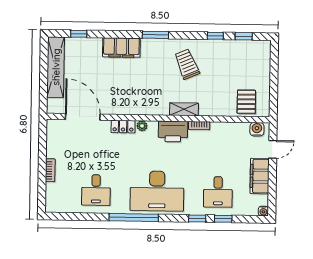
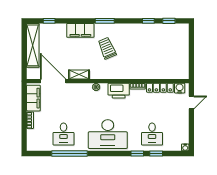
trolley: (187, 64) -> (107, 48), moved
pallet: (246, 102) -> (172, 68), removed
shelving: (184, 109) -> (79, 74), moved
locker: (123, 127) -> (160, 88), moved, width x1.53
filing cabinet: (260, 176) -> (33, 98), moved, turned 180
window: (134, 217) -> (69, 154), moved

